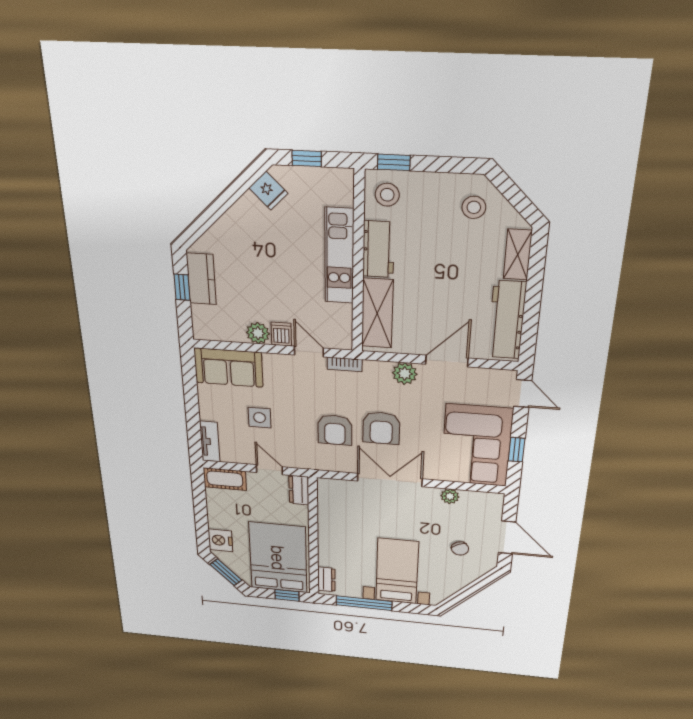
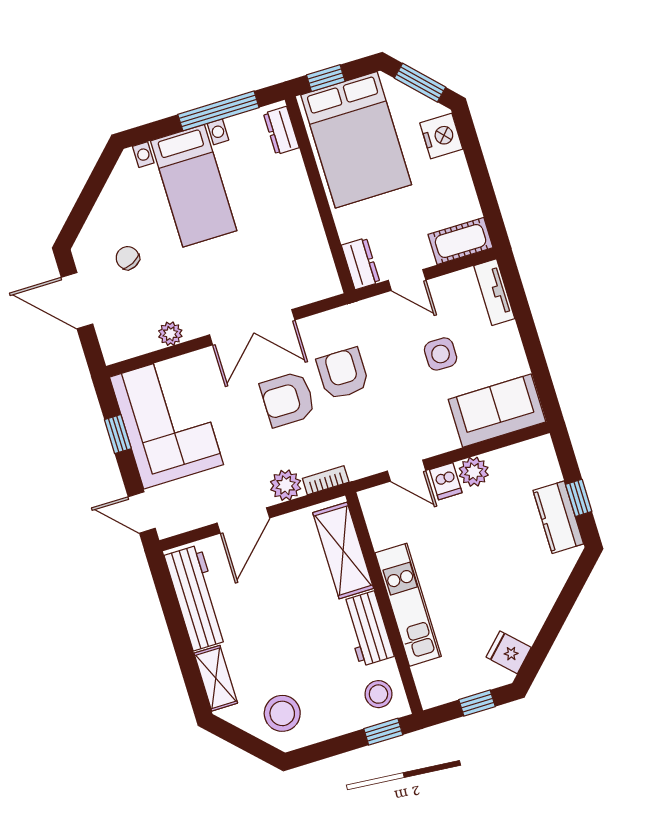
stool: (474, 207) -> (282, 713), width x1.38, depth x1.38
bookcase: (345, 364) -> (326, 480), moved
armchair: (381, 428) -> (288, 399), turned -90

